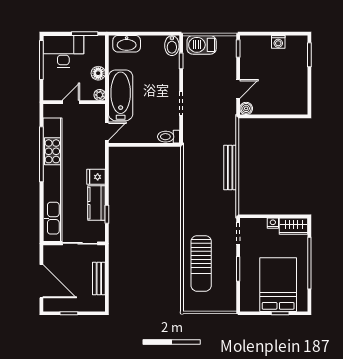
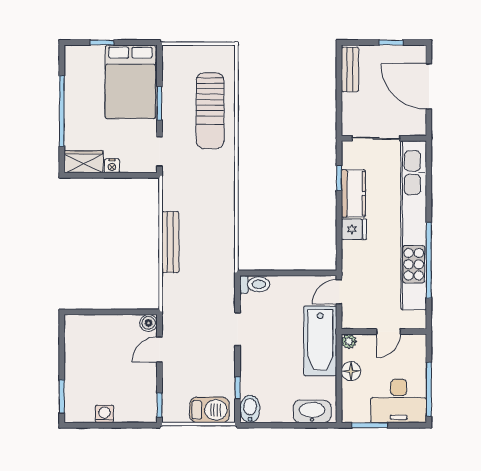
sun lounger: (201, 263) -> (210, 111), turned 180
bench: (99, 279) -> (350, 69), moved
bed: (278, 285) -> (130, 82), moved

